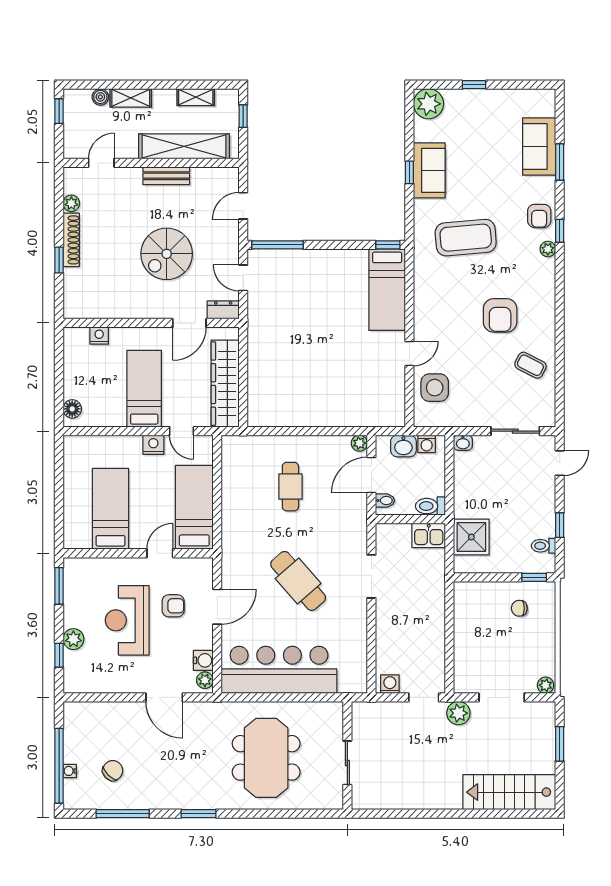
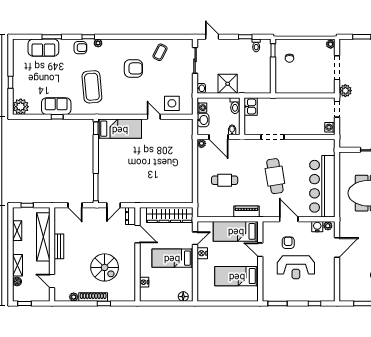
spiral stairs: (167, 254) -> (105, 267), moved
piano: (232, 528) -> (247, 211), added
shower: (471, 537) -> (228, 84), moved
cafe table: (298, 581) -> (275, 176), turned -58
plant: (73, 639) -> (306, 296), removed

